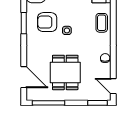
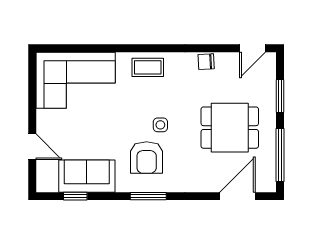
window: (97, 103) -> (280, 96), moved

